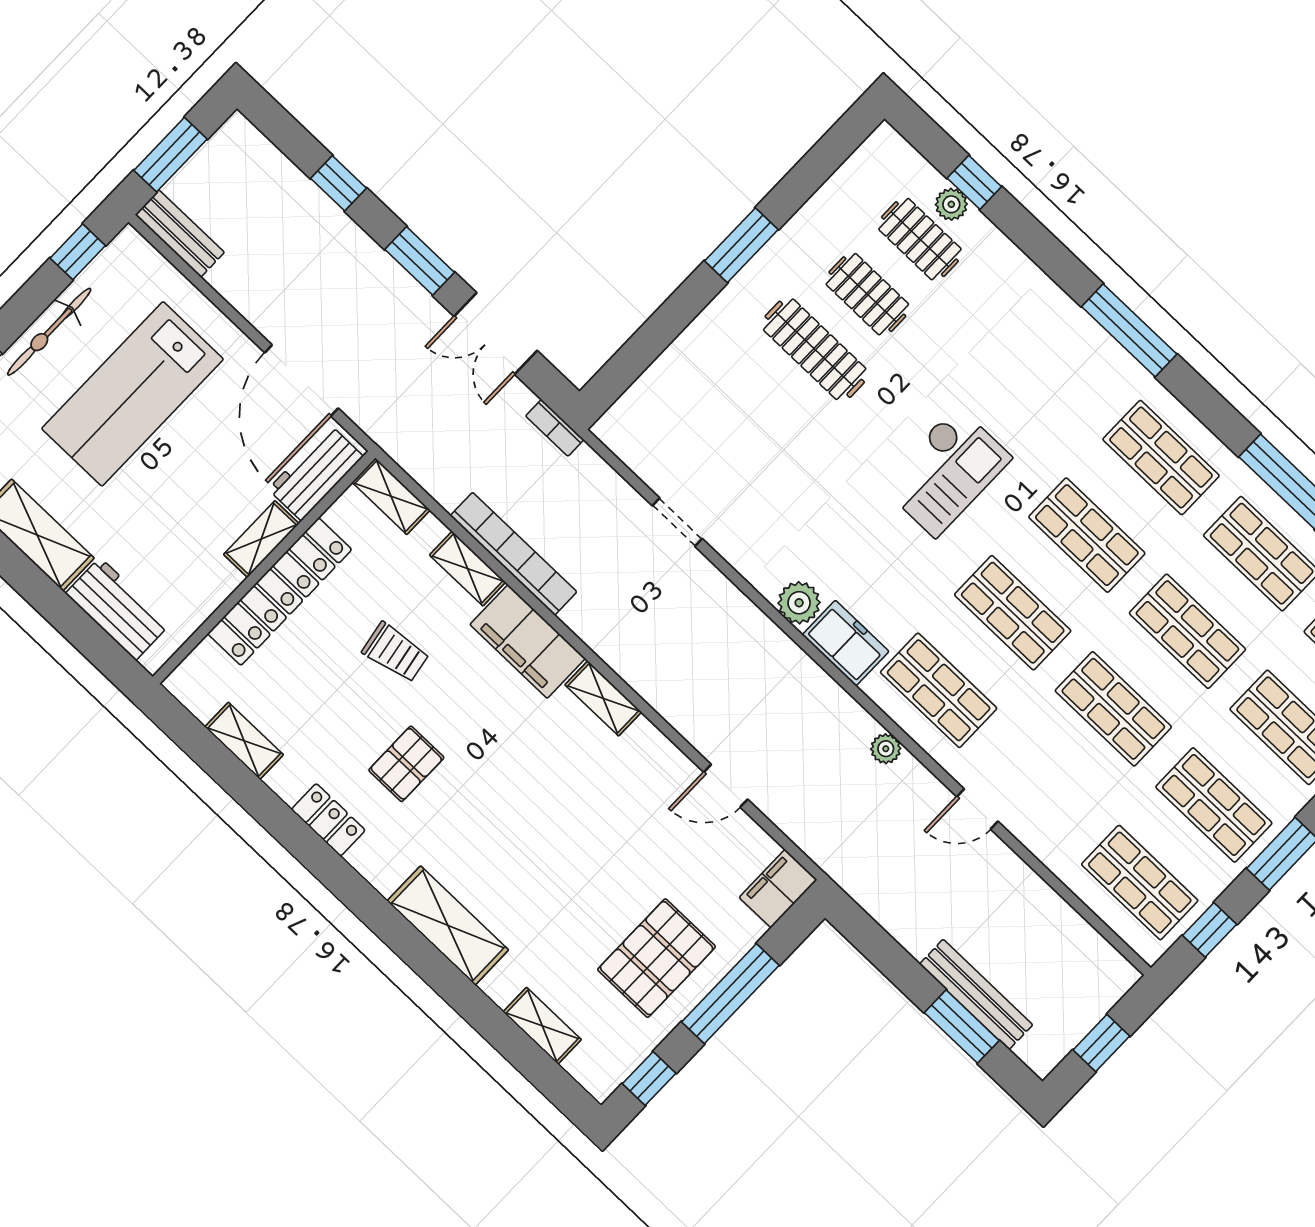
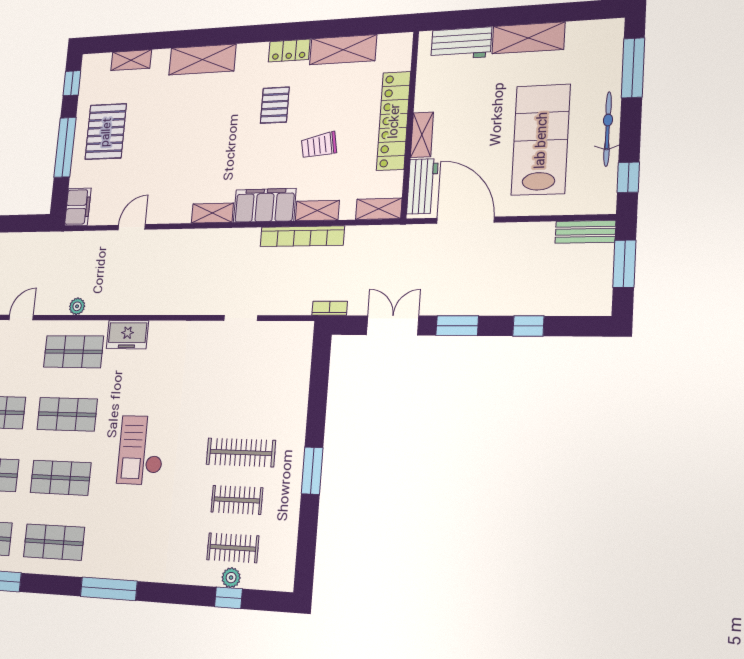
plant: (799, 603) -> (160, 333), removed
shelving: (244, 741) -> (343, 50), width x1.50, depth x1.33

